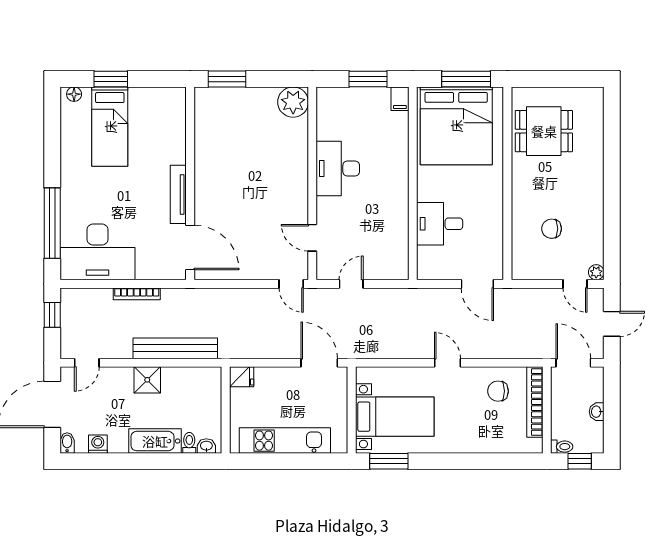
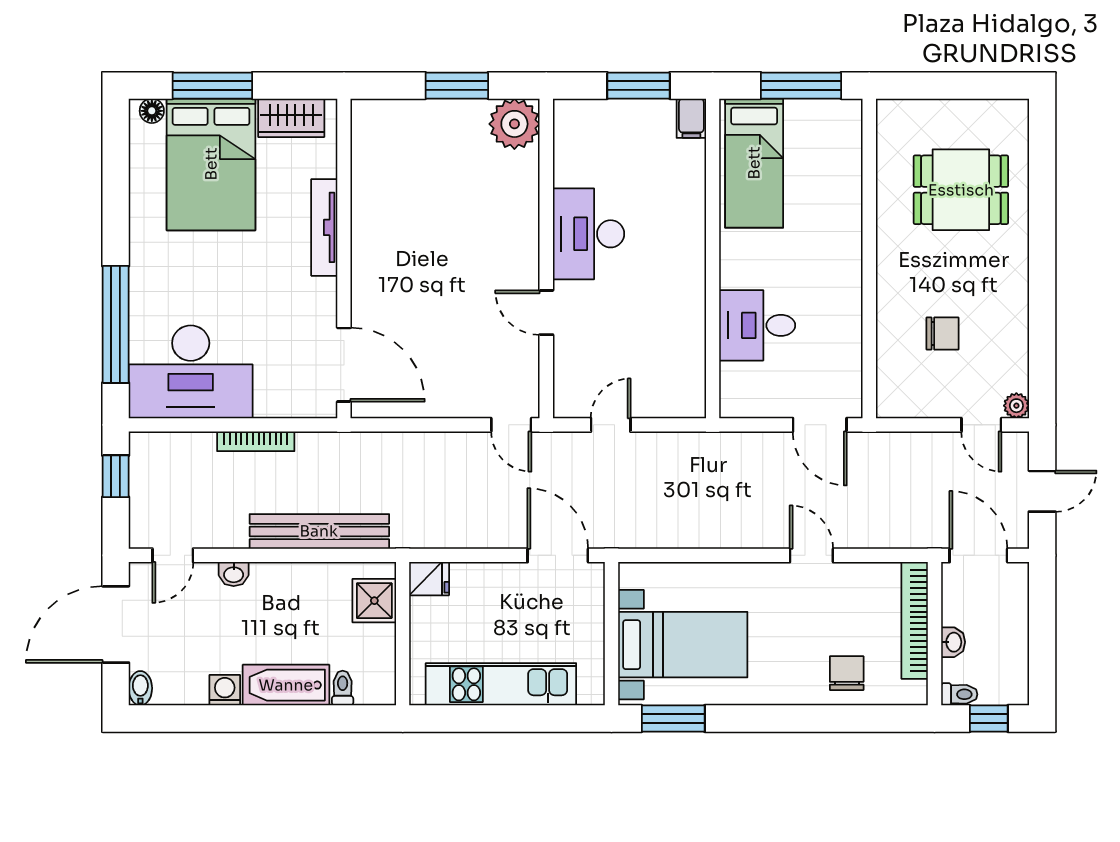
window: (111, 79) -> (212, 86), width x1.44
window: (227, 79) -> (457, 86), moved
wardrobe: (158, 98) -> (291, 118), added
bed: (456, 126) -> (754, 163), width x0.49
bed: (110, 127) -> (211, 164), width x1.50
dining table: (544, 131) -> (961, 190), moved
tv unit: (178, 194) -> (324, 227), moved
chair: (552, 229) -> (942, 334), turned 180
door: (312, 238) -> (546, 313), moved
door: (448, 363) -> (811, 555), moved
shower: (147, 380) -> (374, 601), moved
chair: (498, 391) -> (847, 673), moved, turned 90
washbasin: (597, 412) -> (953, 642), moved, turned 180
washing machine: (98, 444) -> (225, 690), moved
washbasin: (206, 446) -> (234, 574), moved, turned 180

